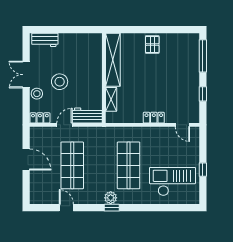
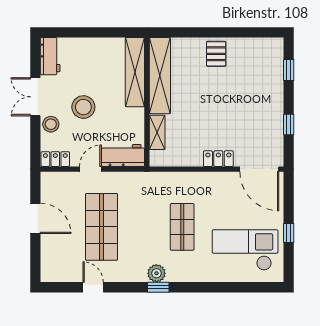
workbench: (45, 40) -> (50, 56), moved, turned -90
window: (203, 56) -> (289, 70), width x0.46
shelving: (96, 57) -> (135, 72), added
door: (182, 125) -> (259, 169), width x1.87
shop shelf: (129, 165) -> (182, 227), width x0.70, depth x0.74

